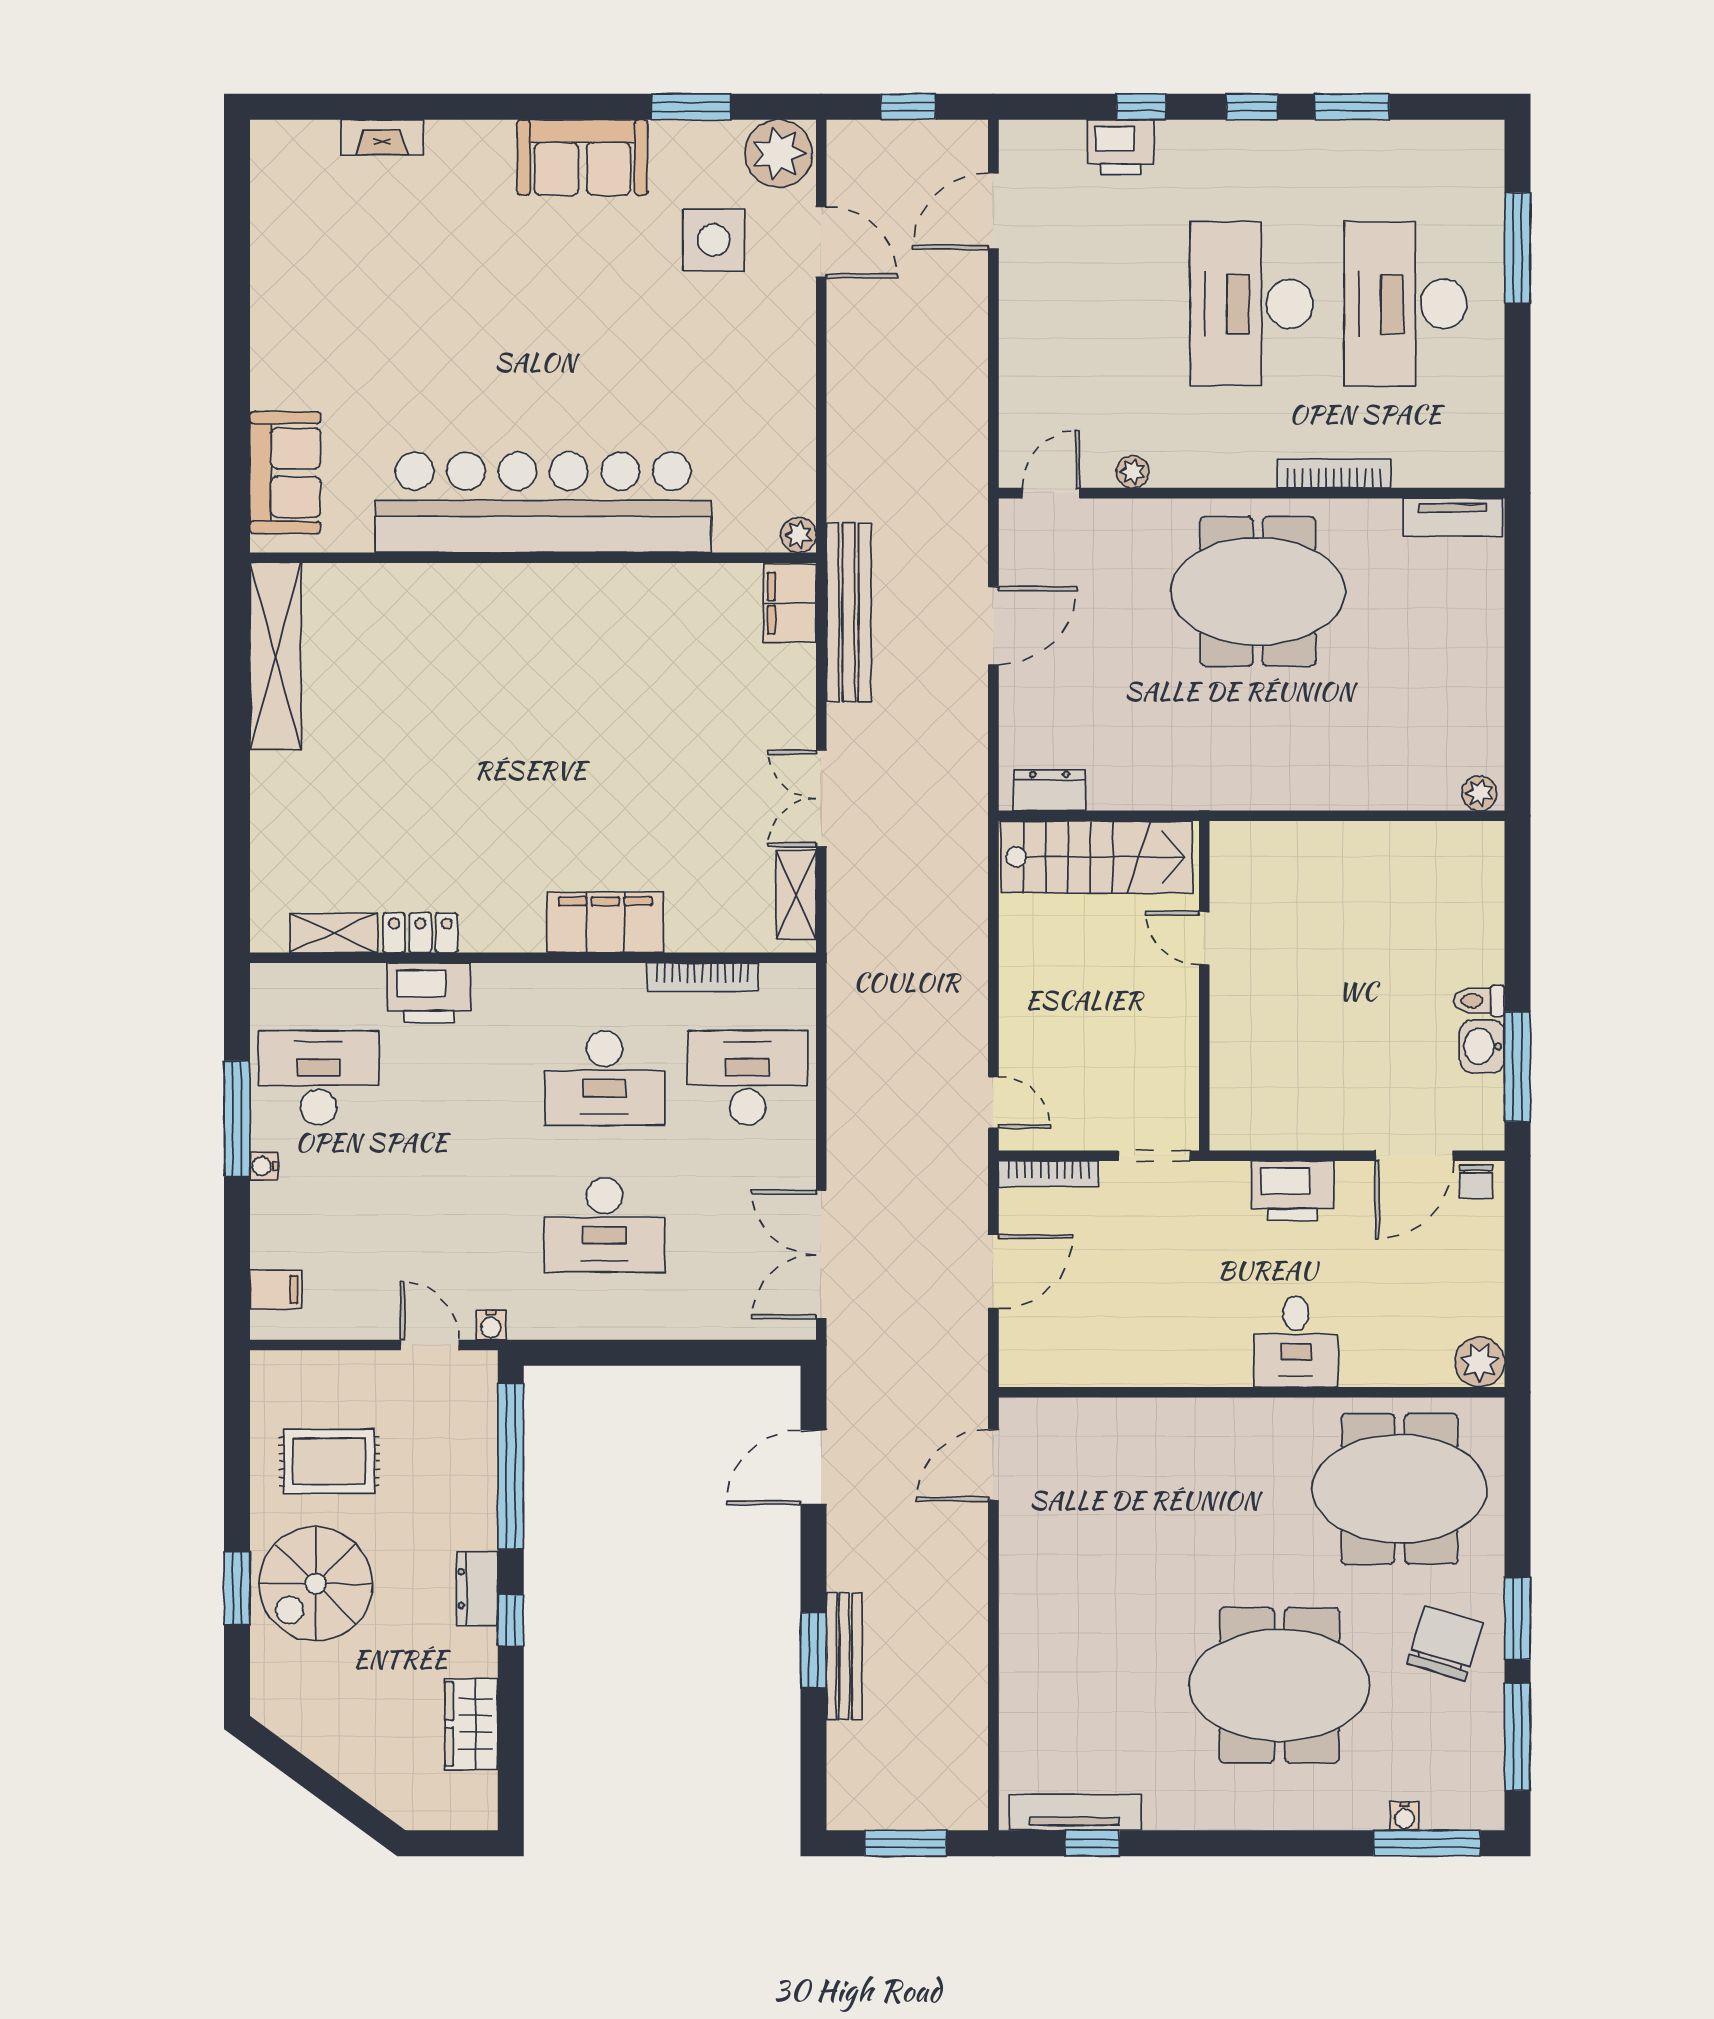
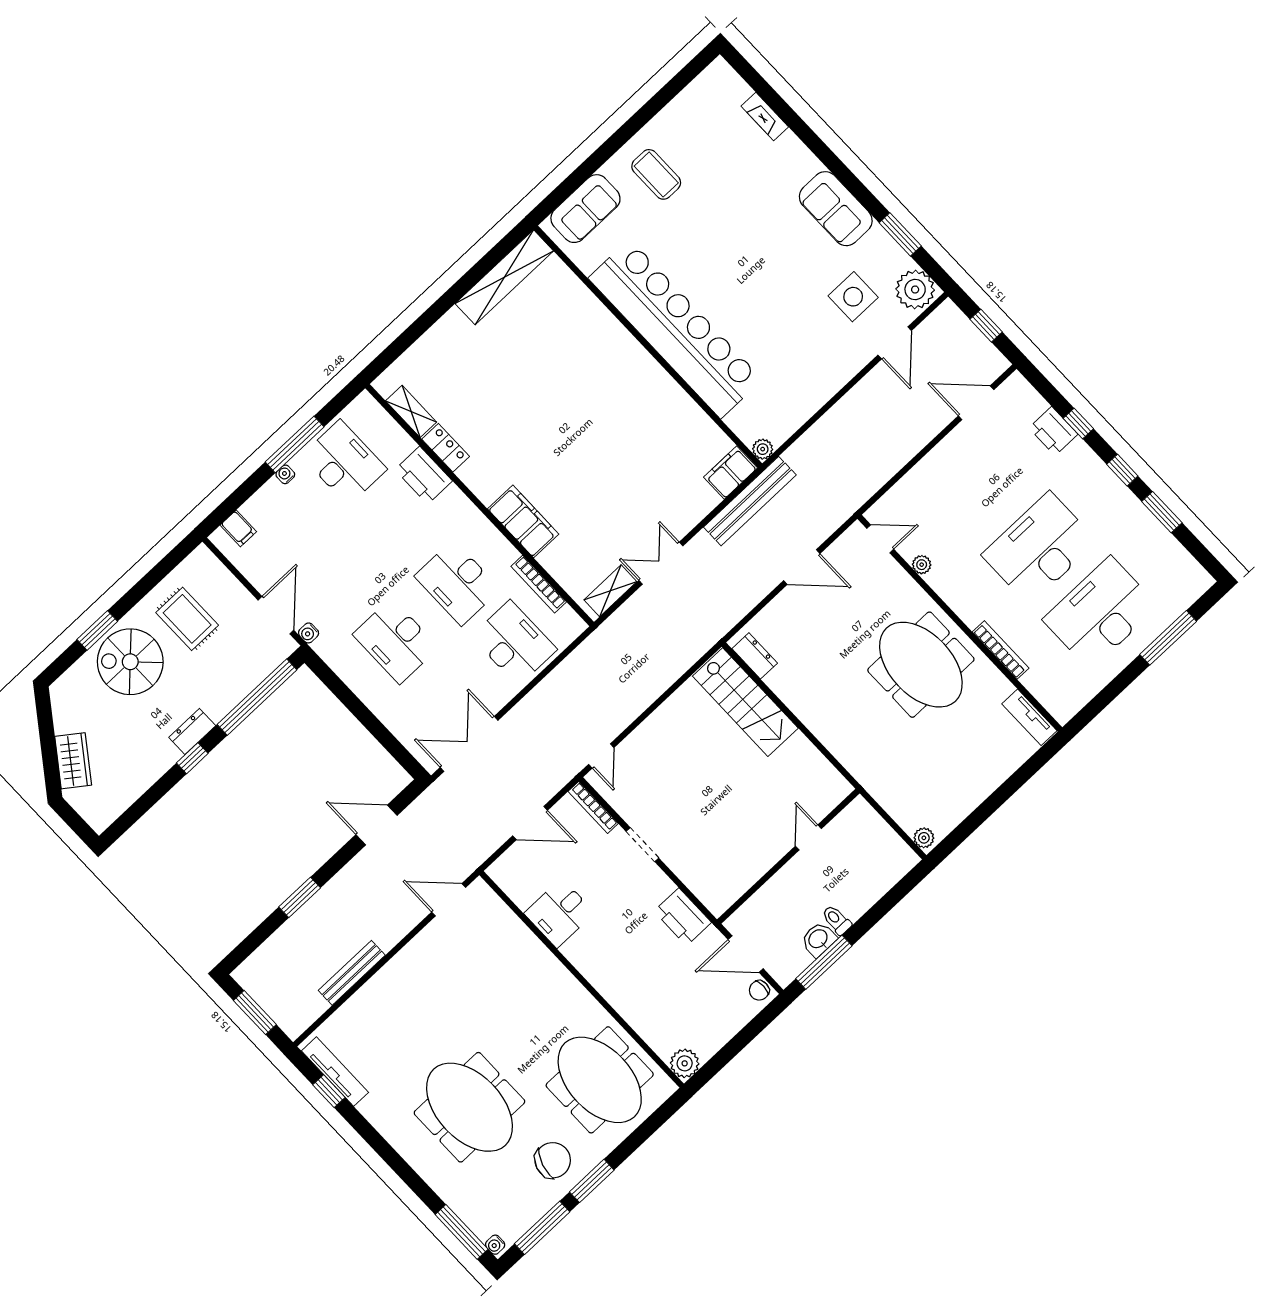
coffee table: (326, 343) -> (656, 174), added
door: (1204, 938) -> (808, 837), moved
wall: (1204, 986) -> (788, 856), moved
desk: (1296, 1342) -> (559, 913), moved
door: (430, 1345) -> (276, 615), width x1.38
bench: (844, 1657) -> (352, 973), moved
wardrobe: (471, 1724) -> (73, 761), moved, turned 126
water cooler: (1405, 1816) -> (495, 1245), moved

